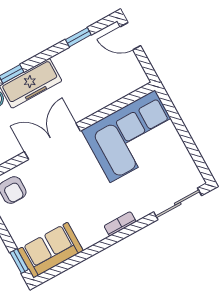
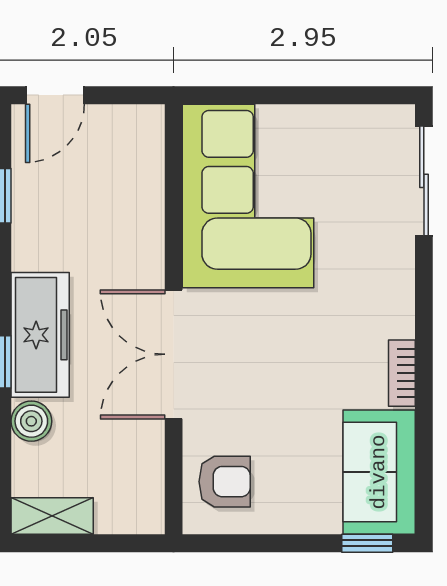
bookcase: (120, 224) -> (402, 373), moved

